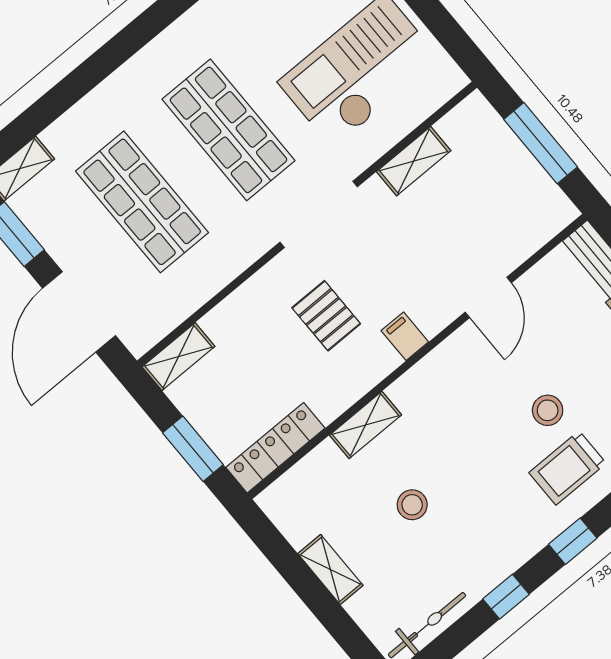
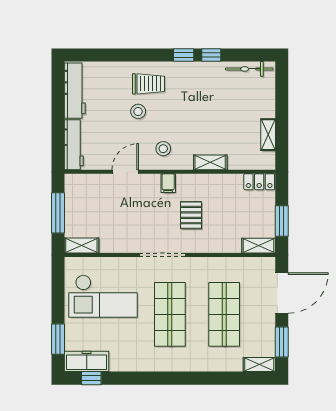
shelving: (414, 161) -> (81, 245), moved
locker: (275, 448) -> (259, 182), width x0.66
window: (193, 449) -> (282, 221), moved
stool: (412, 505) -> (163, 149), moved
window: (573, 541) -> (184, 55), moved
shelving: (330, 570) -> (268, 135), moved

